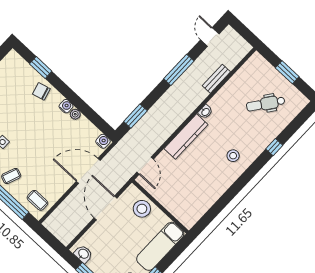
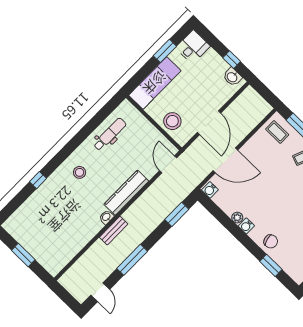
bench: (216, 79) -> (114, 231), moved
dental chair: (266, 104) -> (110, 134), moved, turned -36

